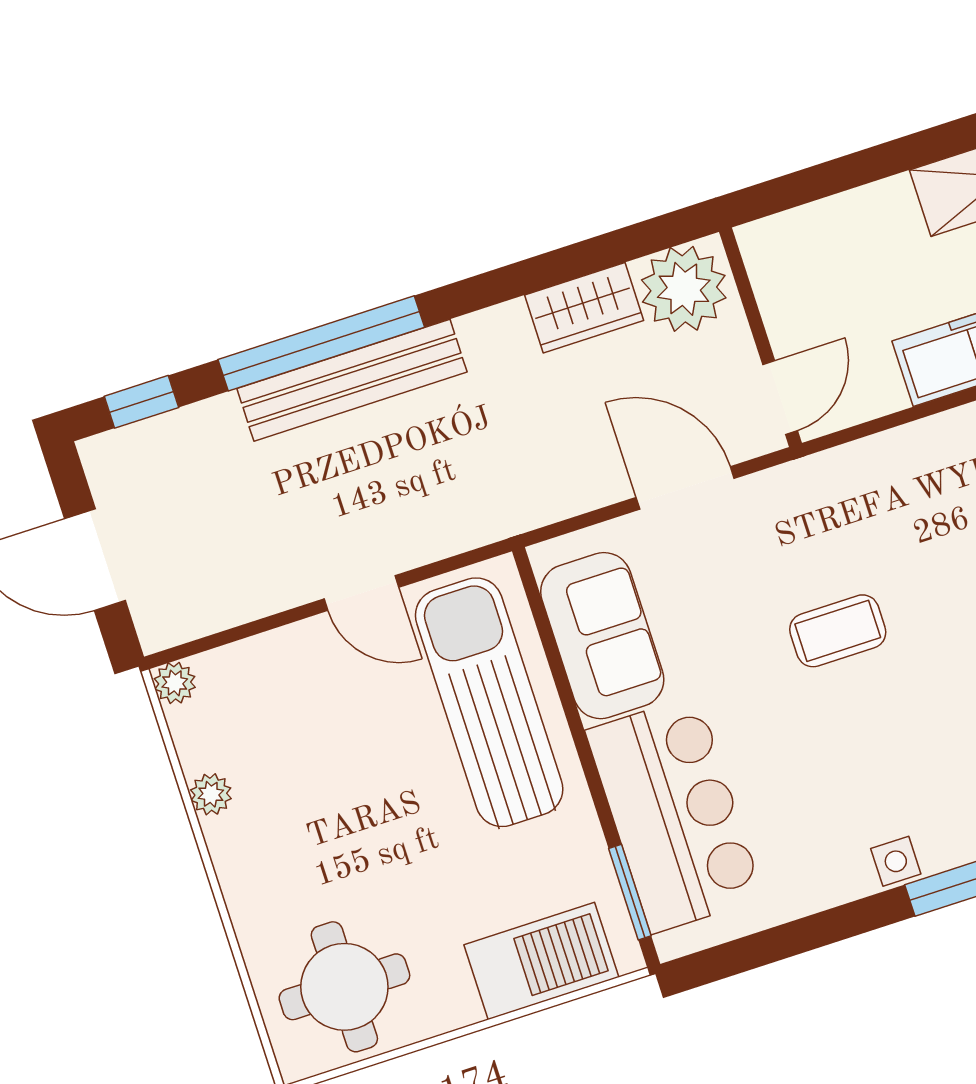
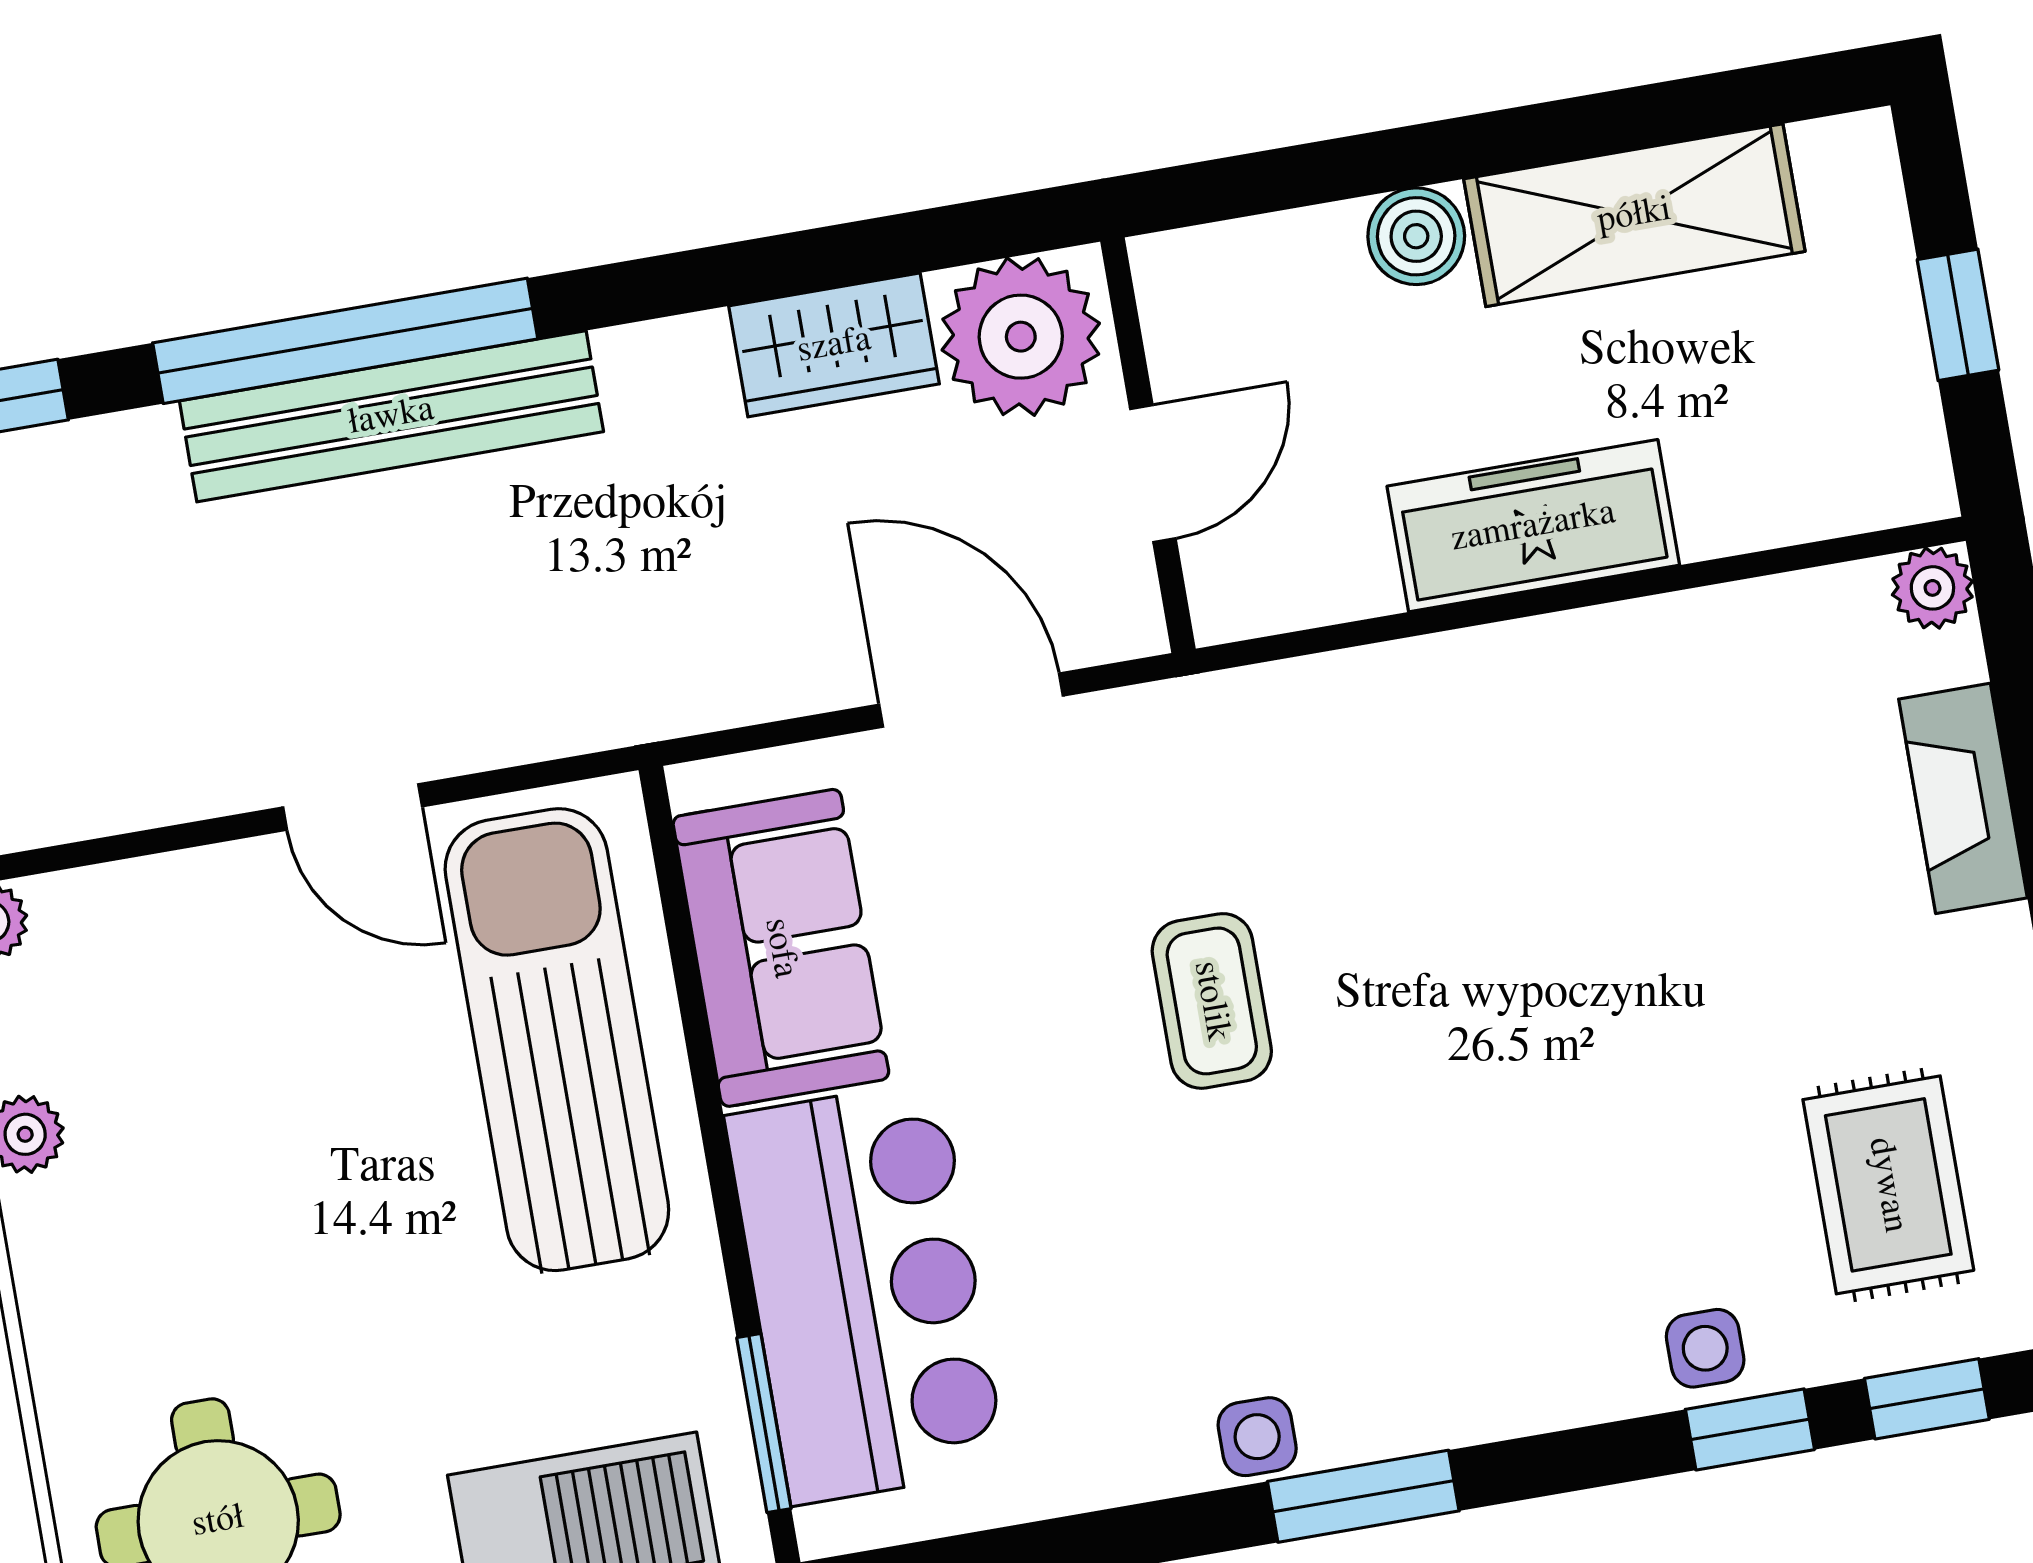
boiler: (888, 204) -> (1416, 236), added
door: (780, 397) -> (1153, 474), moved
coffee table: (838, 631) -> (1212, 1001), turned 90

